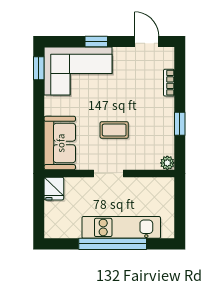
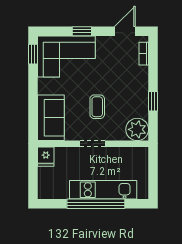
door: (147, 42) -> (125, 31), hinge flipped
bookcase: (169, 83) -> (144, 54), moved
coffee table: (114, 130) -> (97, 107), turned 90
plant: (167, 163) -> (137, 129), width x1.88, depth x1.88

